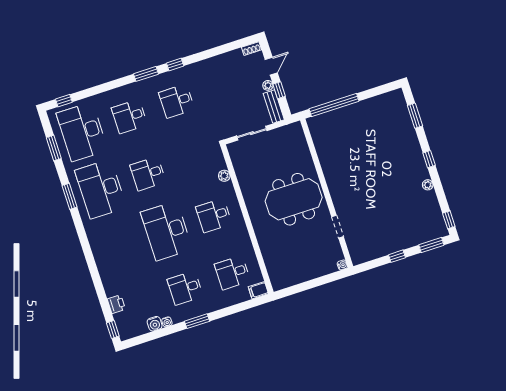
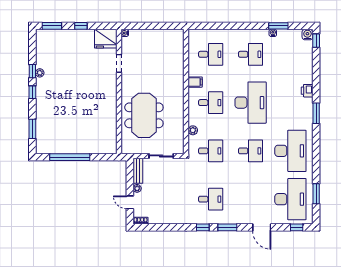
door: (271, 66) -> (130, 202), hinge flipped
door: (105, 87) -> (262, 227), added
window: (279, 90) -> (130, 182), removed
window: (334, 105) -> (70, 157), moved
desk: (129, 116) -> (211, 151), moved
window: (69, 196) -> (316, 113), moved
meeting table: (294, 199) -> (144, 115), moved, turned 90
window: (449, 220) -> (32, 71), moved
fridge: (363, 251) -> (106, 39), added
filing cabinet: (258, 290) -> (195, 82), moved
printer: (116, 304) -> (307, 91), moved
window: (197, 321) -> (278, 26), moved
water cooler: (155, 324) -> (307, 35), moved

